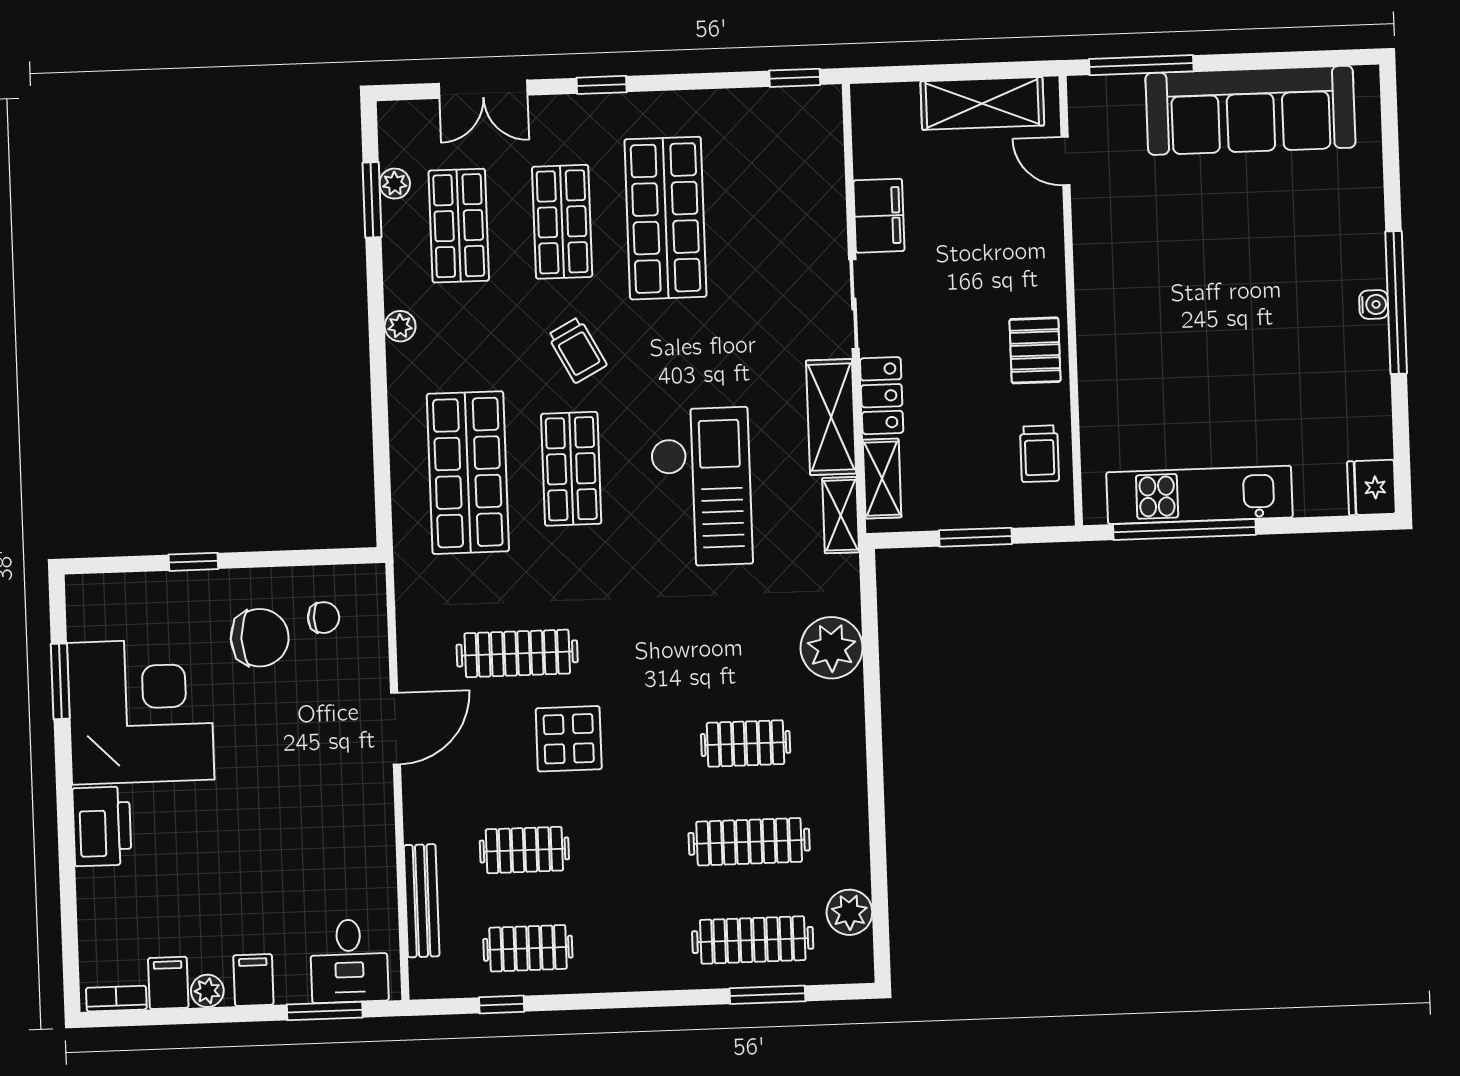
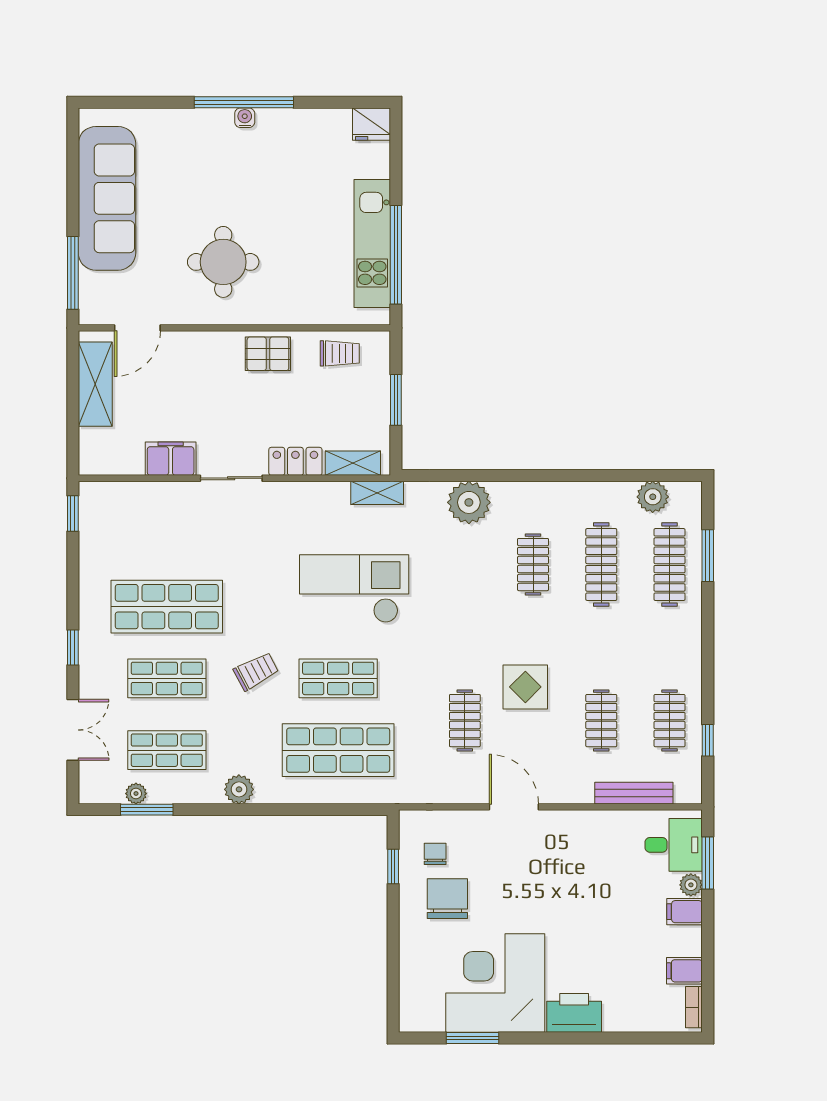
door: (1066, 161) -> (137, 328), width x1.38
round table: (1165, 281) -> (223, 262), added
plant: (400, 326) -> (239, 789), width x1.38, depth x1.38
shelving: (831, 417) -> (309, 497), removed
window: (193, 562) -> (393, 867), moved
clothes rail: (517, 653) -> (465, 721), width x0.73
plant: (207, 991) -> (691, 885), moved

